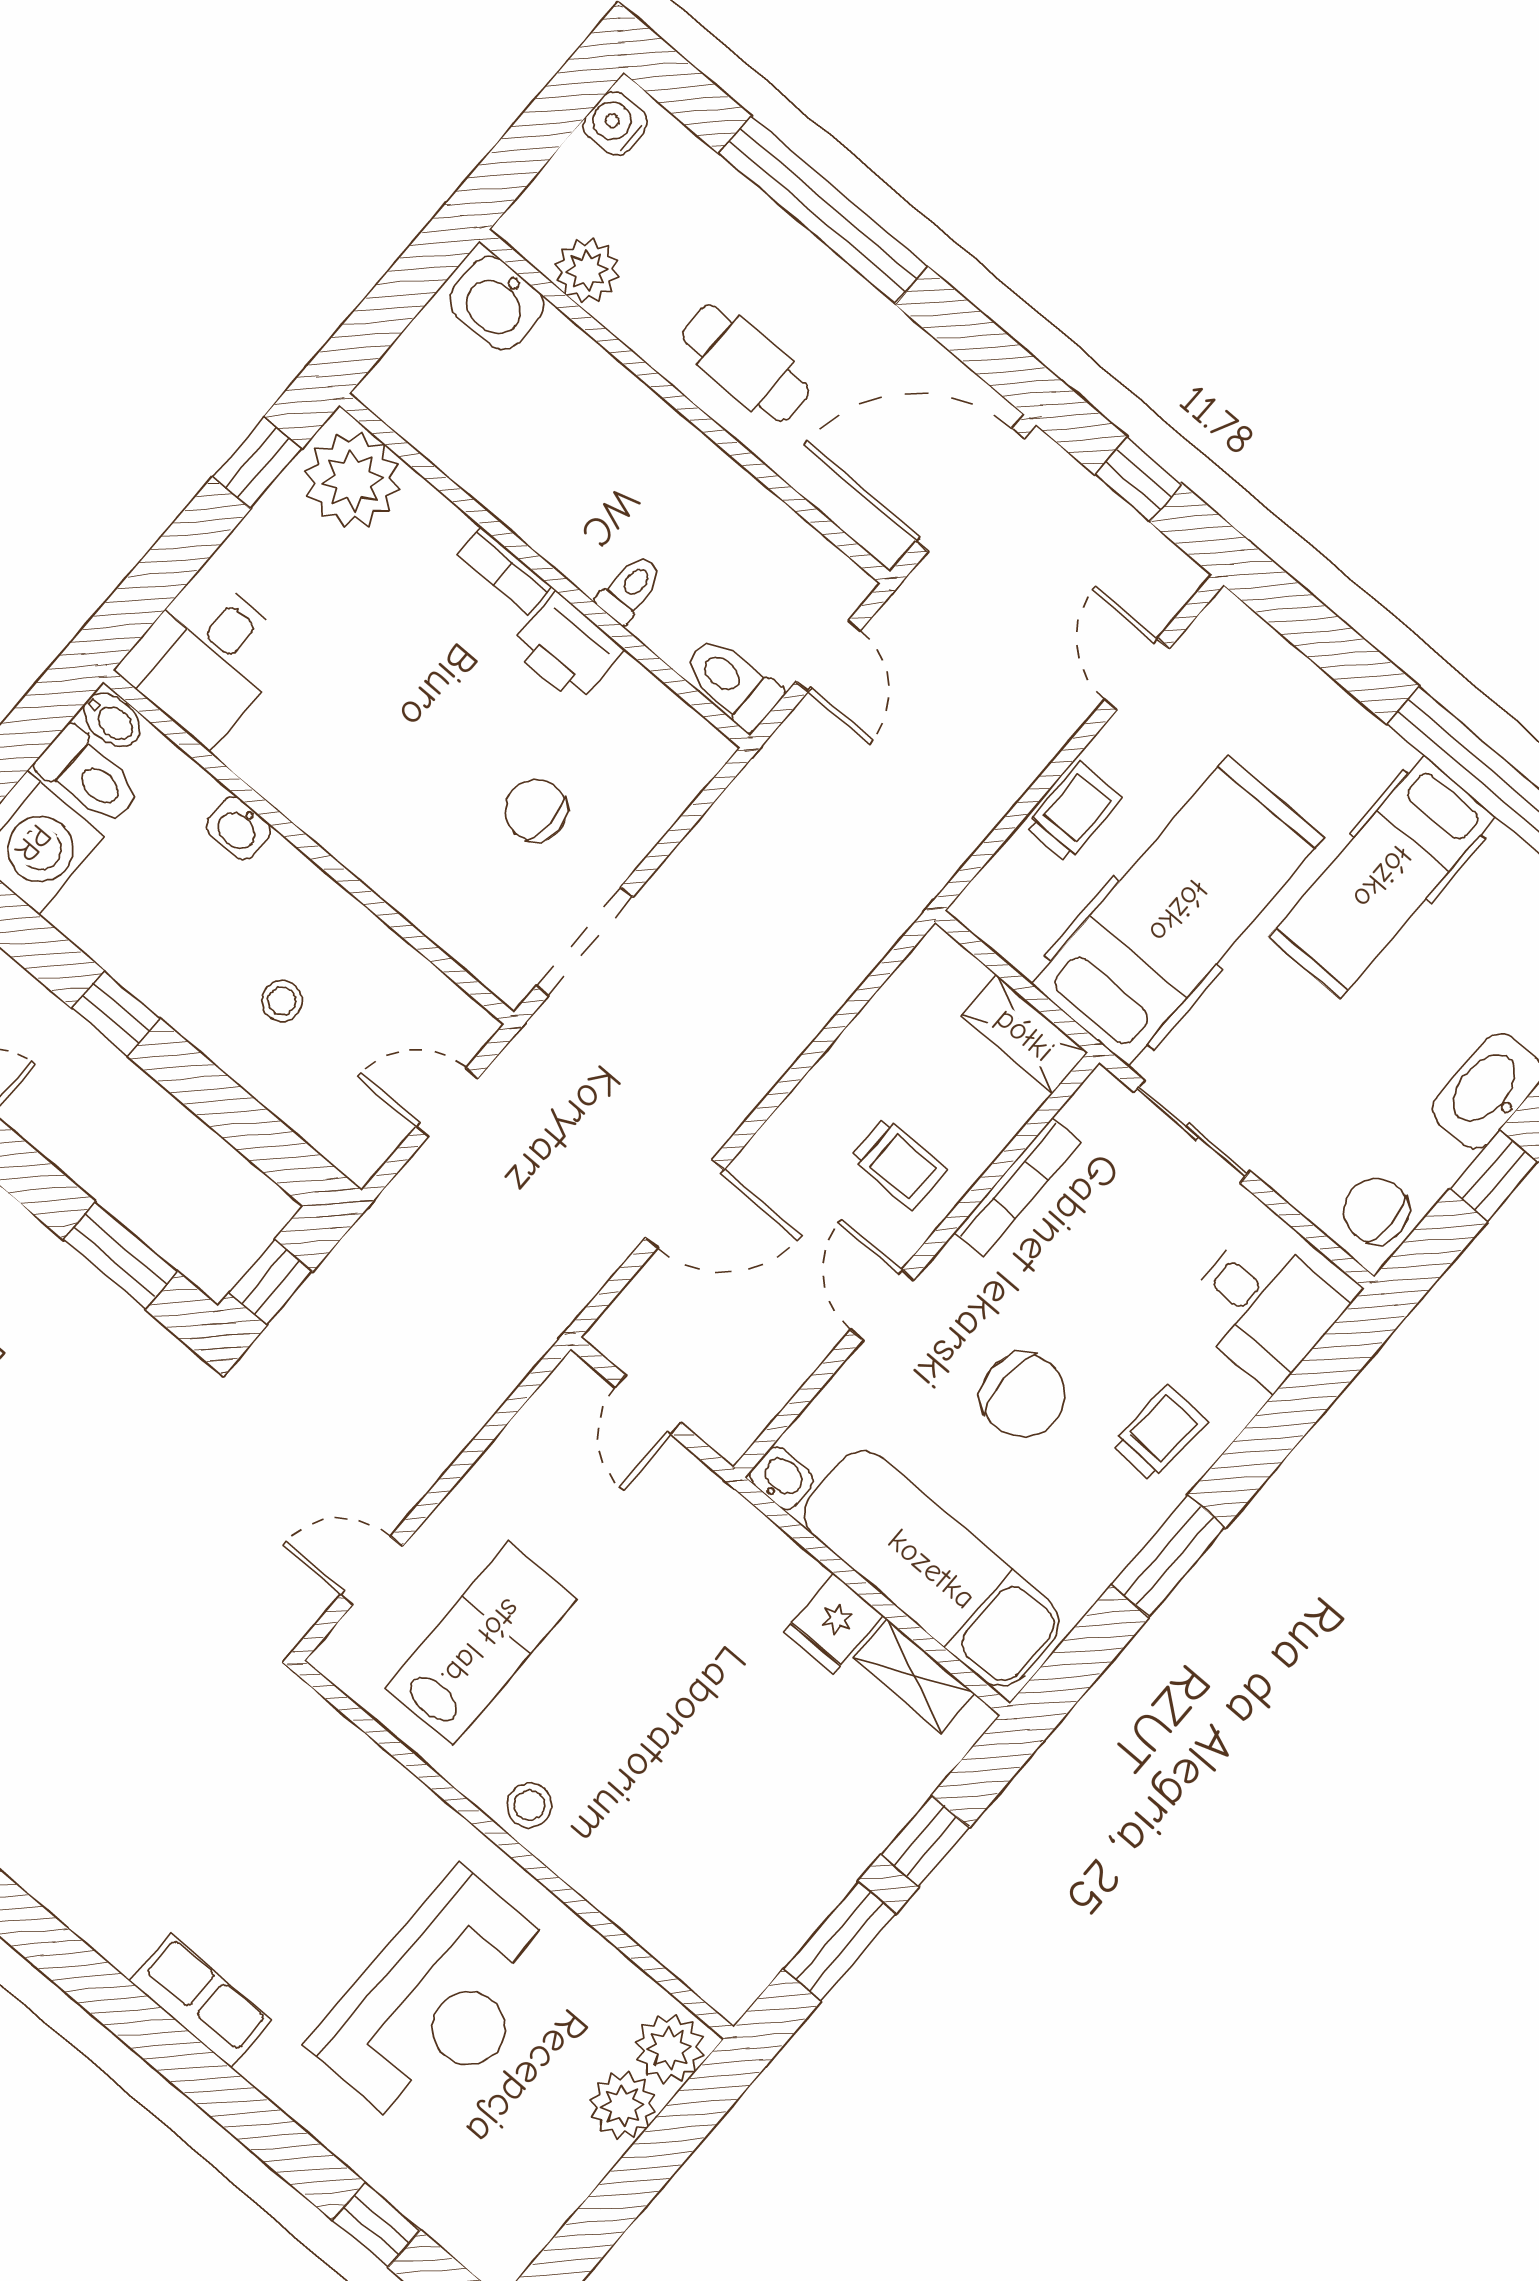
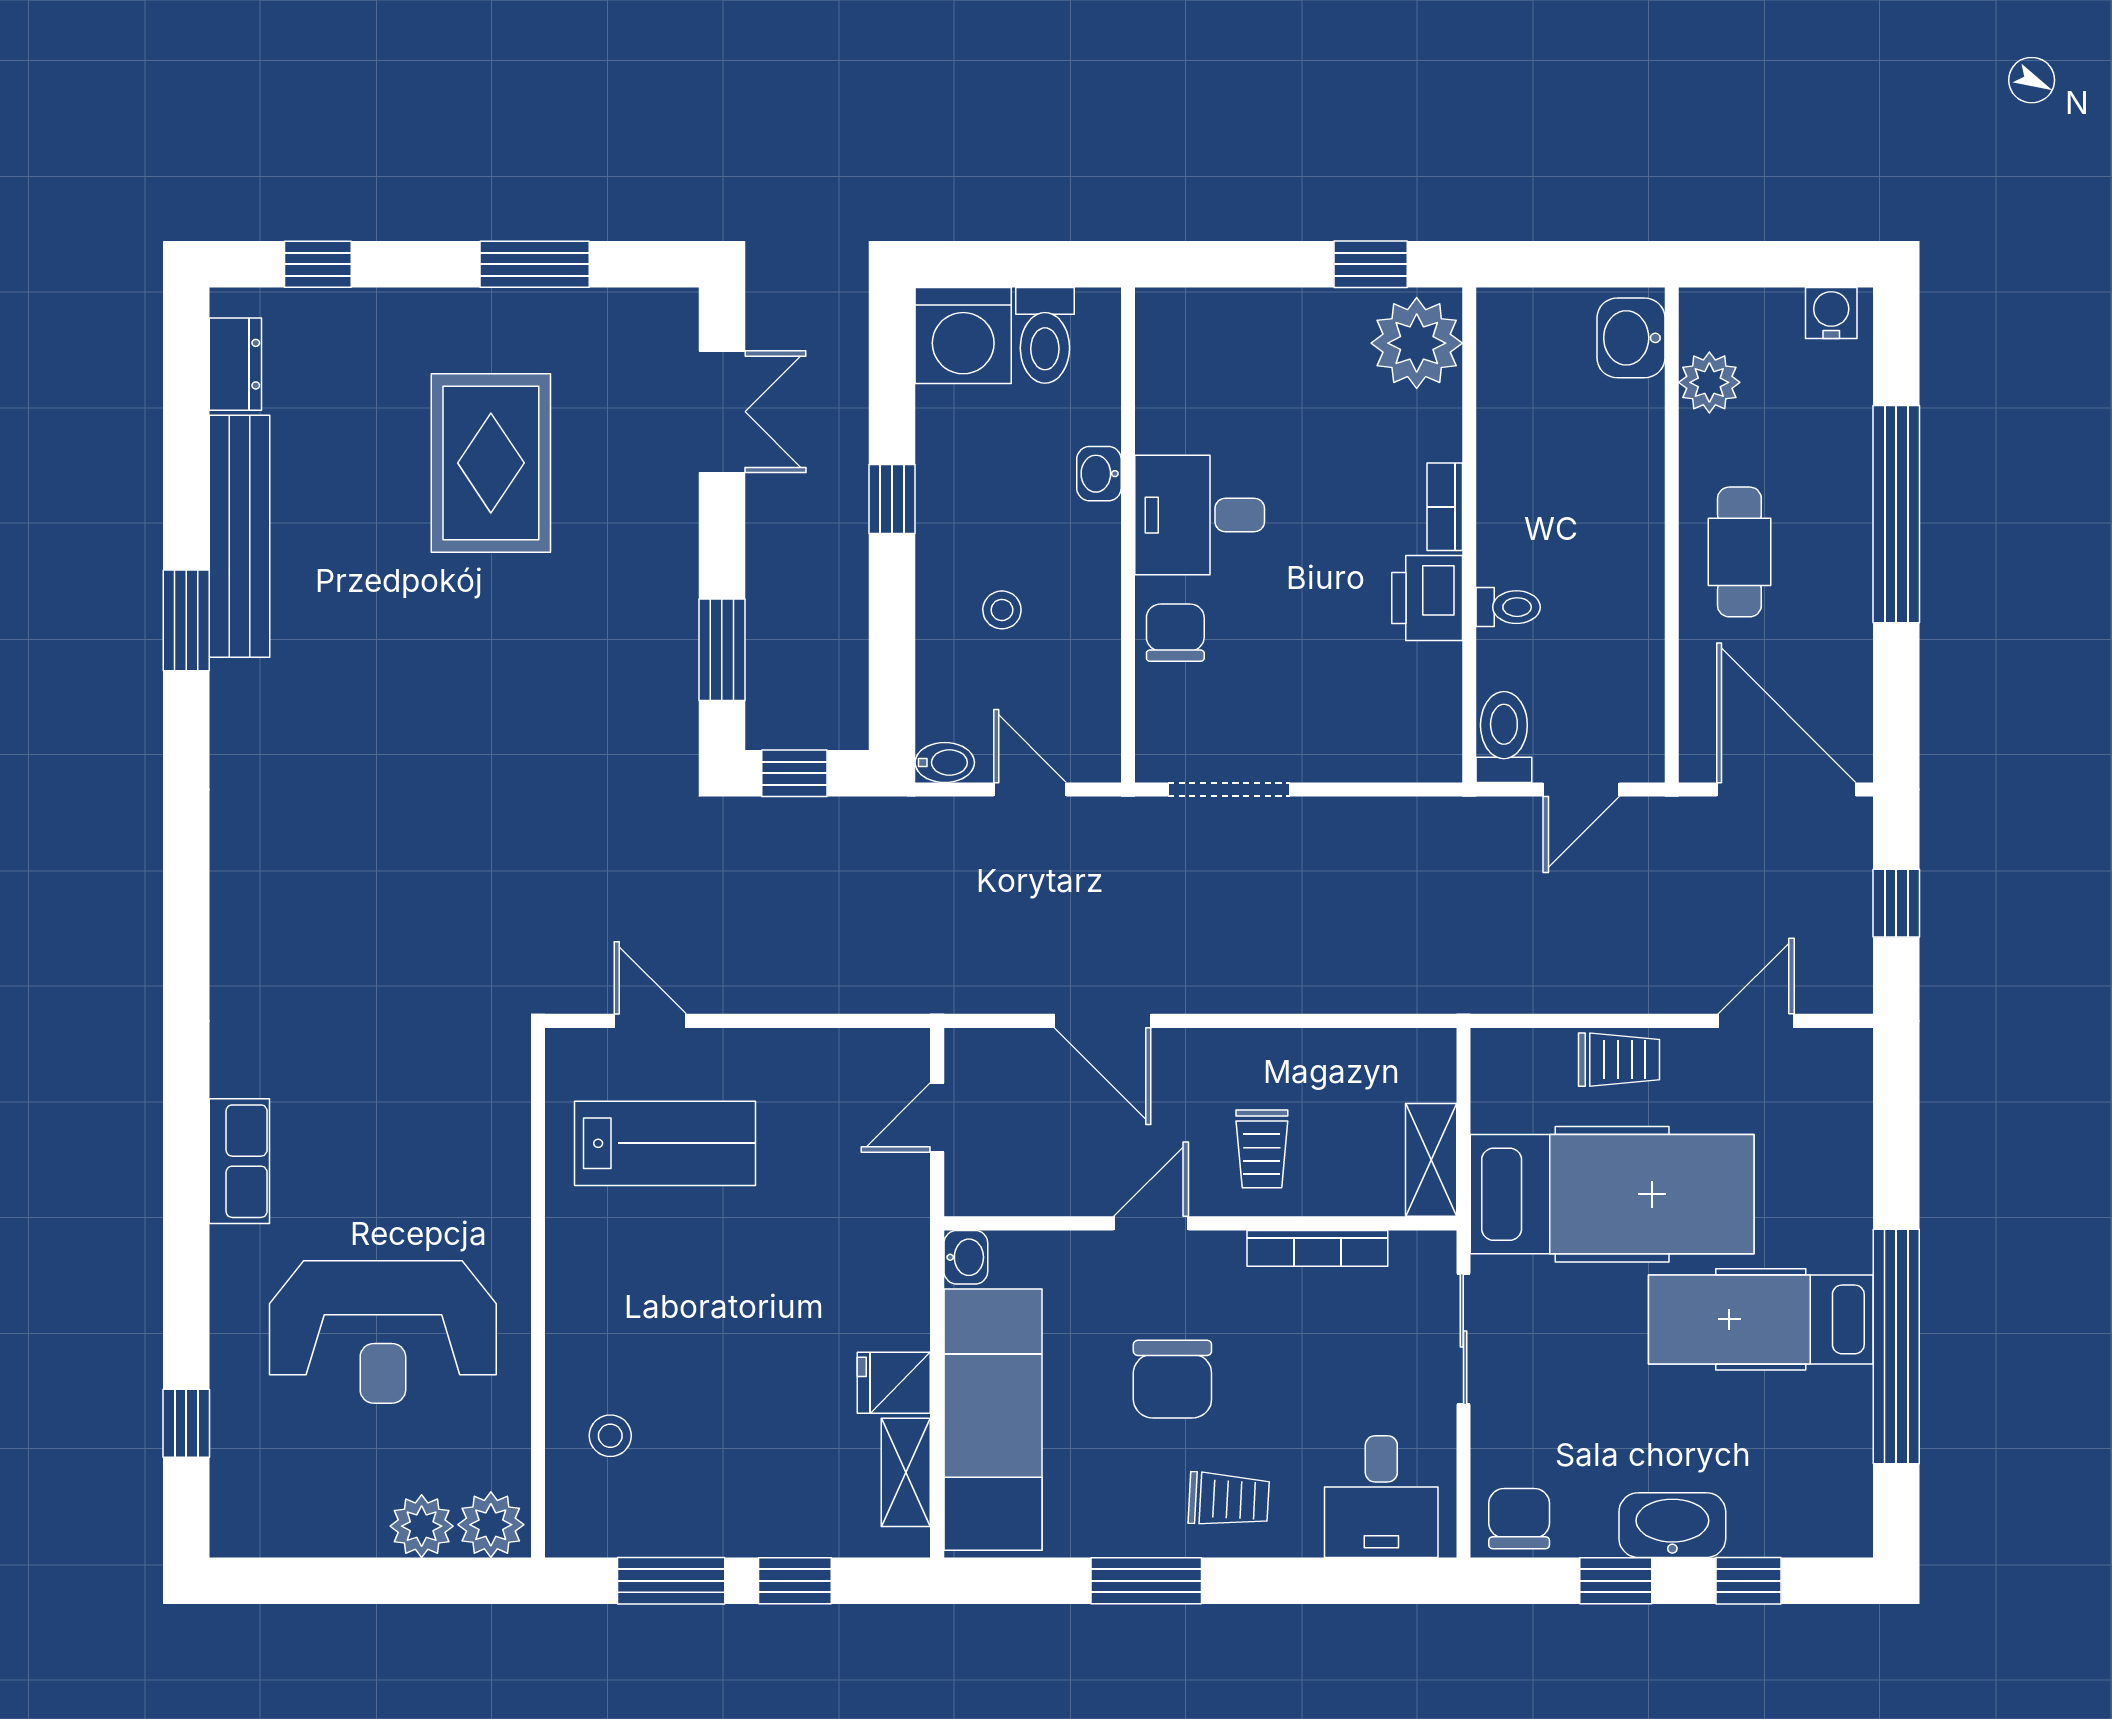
desk: (206, 659) -> (1200, 515), moved
bidet: (112, 720) -> (945, 763), moved, turned -90
chair: (536, 810) -> (1175, 633), moved
stool: (529, 1805) -> (610, 1436), moved

